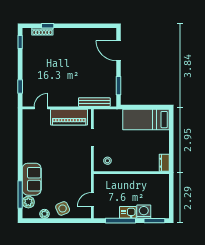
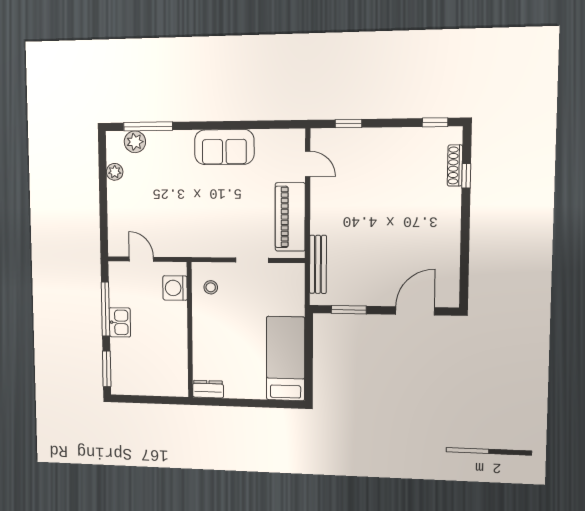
sofa: (32, 179) -> (224, 147), moved
side table: (63, 208) -> (125, 205), removed
washing machine: (144, 212) -> (175, 288), moved, turned 180

